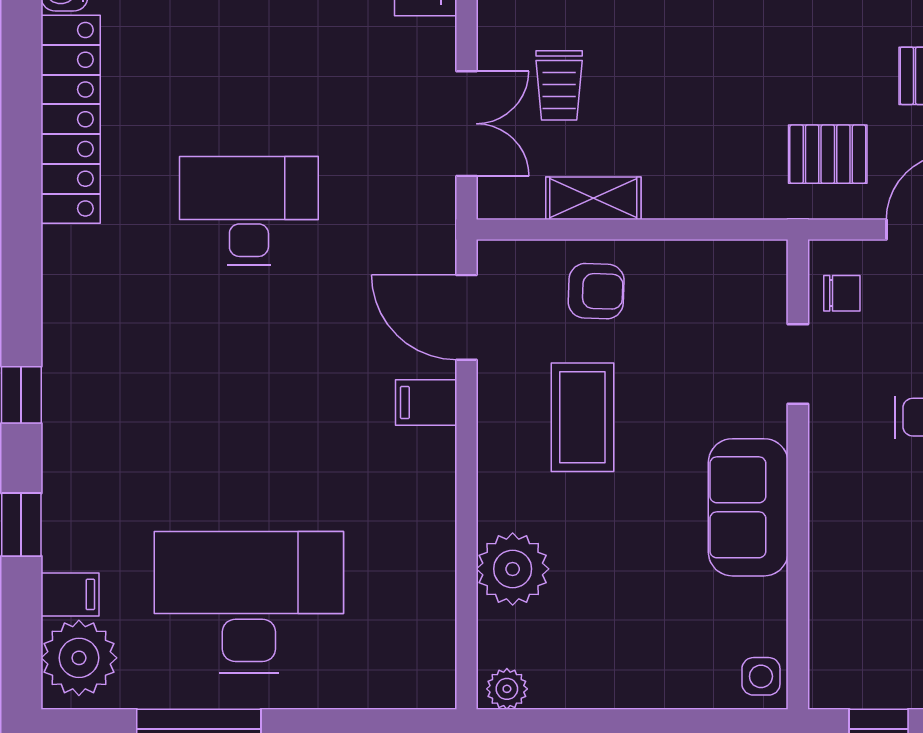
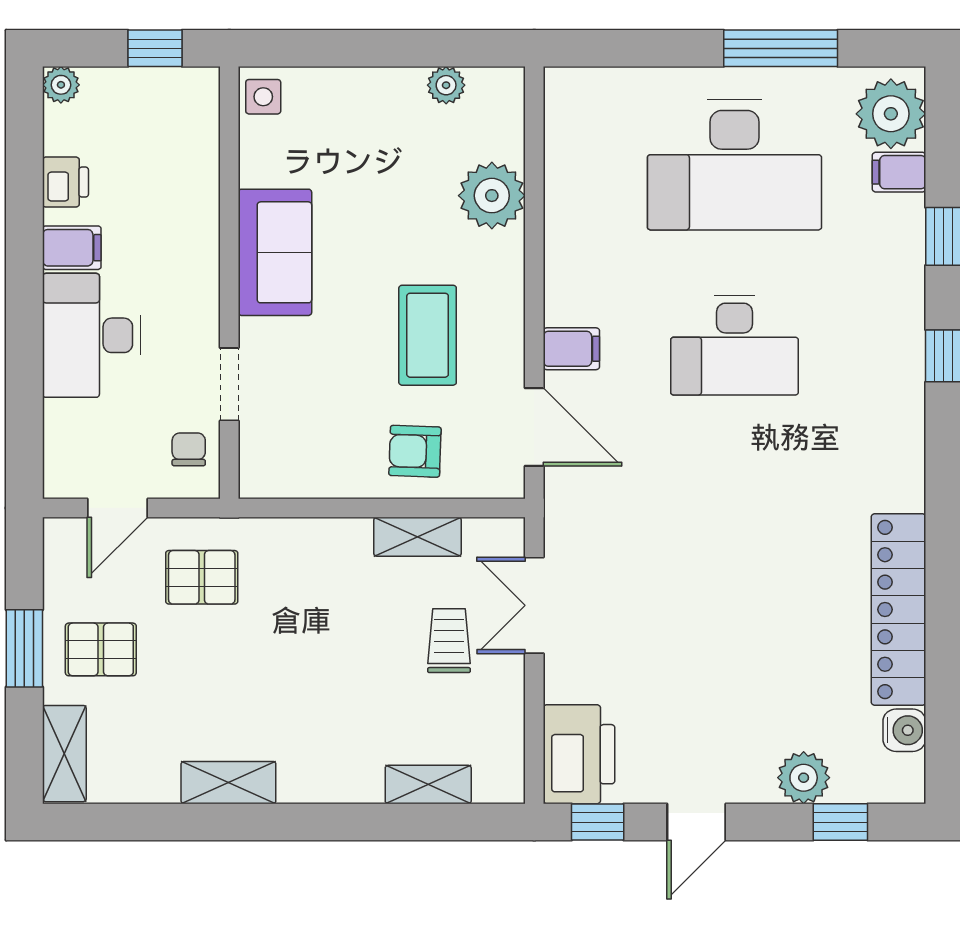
desk: (249, 211) -> (734, 345), moved
chair: (842, 293) -> (189, 449), turned 90
plant: (507, 689) -> (446, 85), moved

